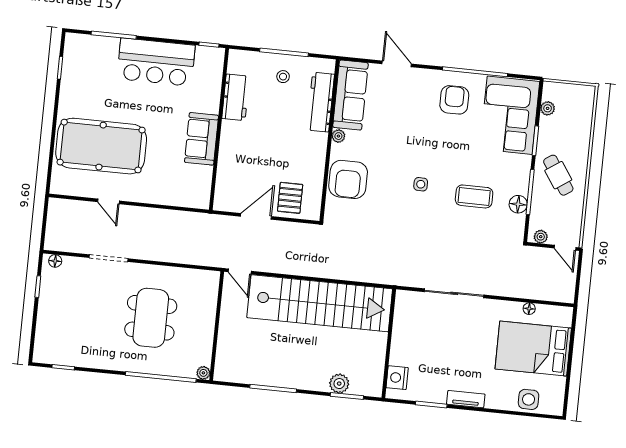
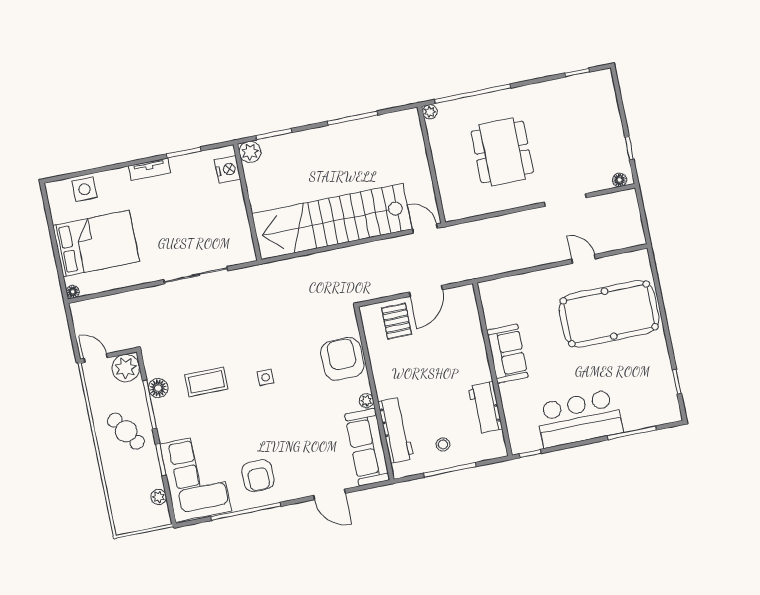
plant: (541, 237) -> (126, 368), width x1.88, depth x1.88
floor lamp: (529, 309) -> (73, 292), moved
plant: (339, 384) -> (250, 152), moved

